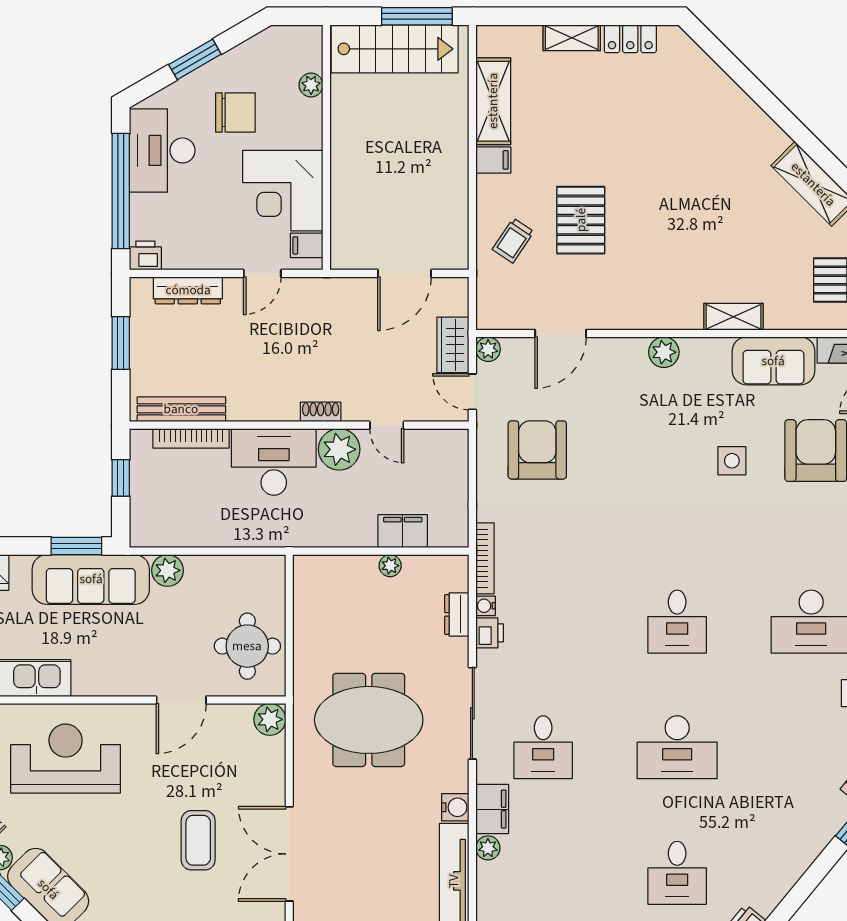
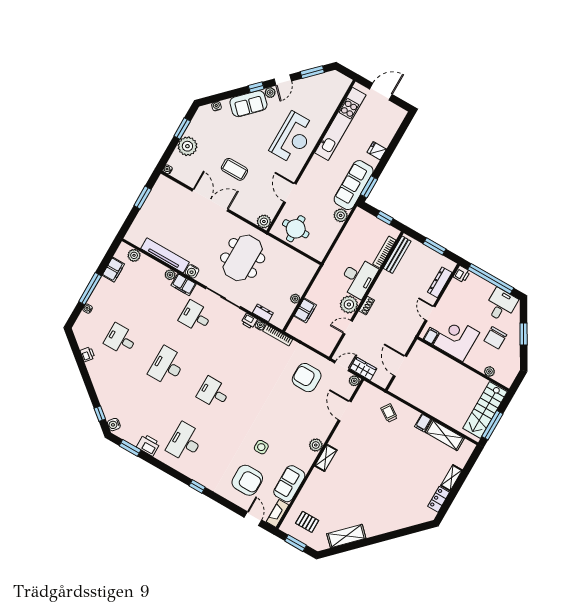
desk: (162, 150) -> (501, 305), width x0.73
pallet: (581, 220) -> (382, 442), removed
shelving: (733, 317) -> (326, 458), moved
armchair: (537, 450) -> (307, 378), turned 180

